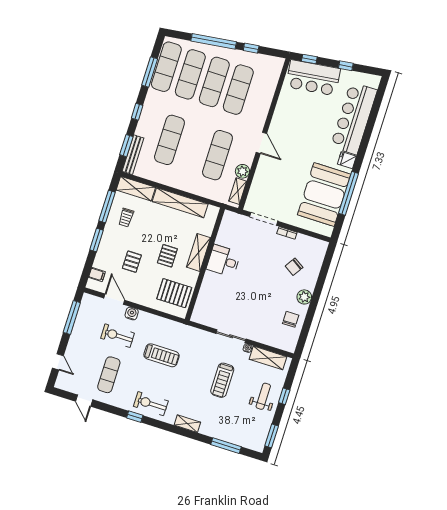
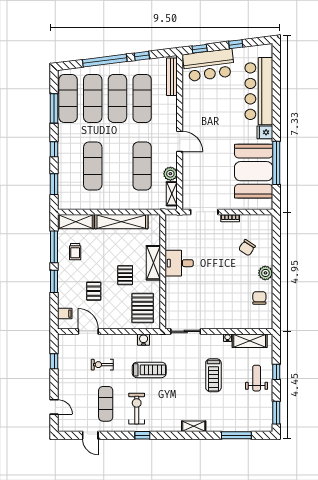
bench: (133, 155) -> (172, 77), moved
pallet: (174, 293) -> (143, 308), turned 90
water cooler: (132, 313) -> (144, 340), moved
window: (72, 318) -> (54, 361), width x0.46
exercise bike: (118, 336) -> (102, 365), width x0.73, depth x0.72
sliding door: (231, 336) -> (186, 331), moved
exercise bike: (151, 404) -> (137, 409), moved, turned 90

